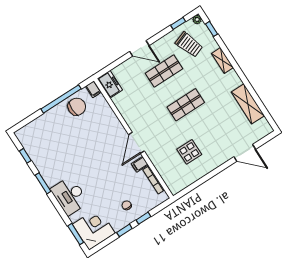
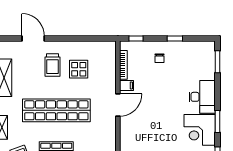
shop shelf: (186, 105) -> (56, 110), width x2.00, depth x1.36
trolley: (214, 141) -> (53, 65), added
window: (143, 218) -> (136, 39), moved
corner desk: (94, 229) -> (200, 130), moved

